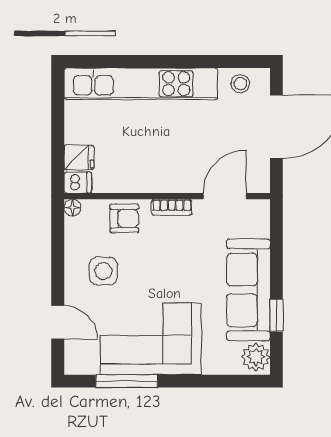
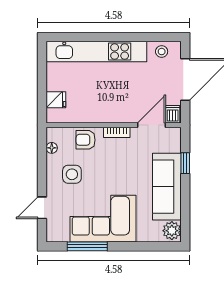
dishwasher: (78, 182) -> (173, 114), moved, turned -90
floor lamp: (73, 208) -> (52, 148), moved
armchair: (124, 218) -> (86, 140), turned 180
window: (276, 315) -> (185, 163), moved
door: (58, 322) -> (42, 208), swing flipped

